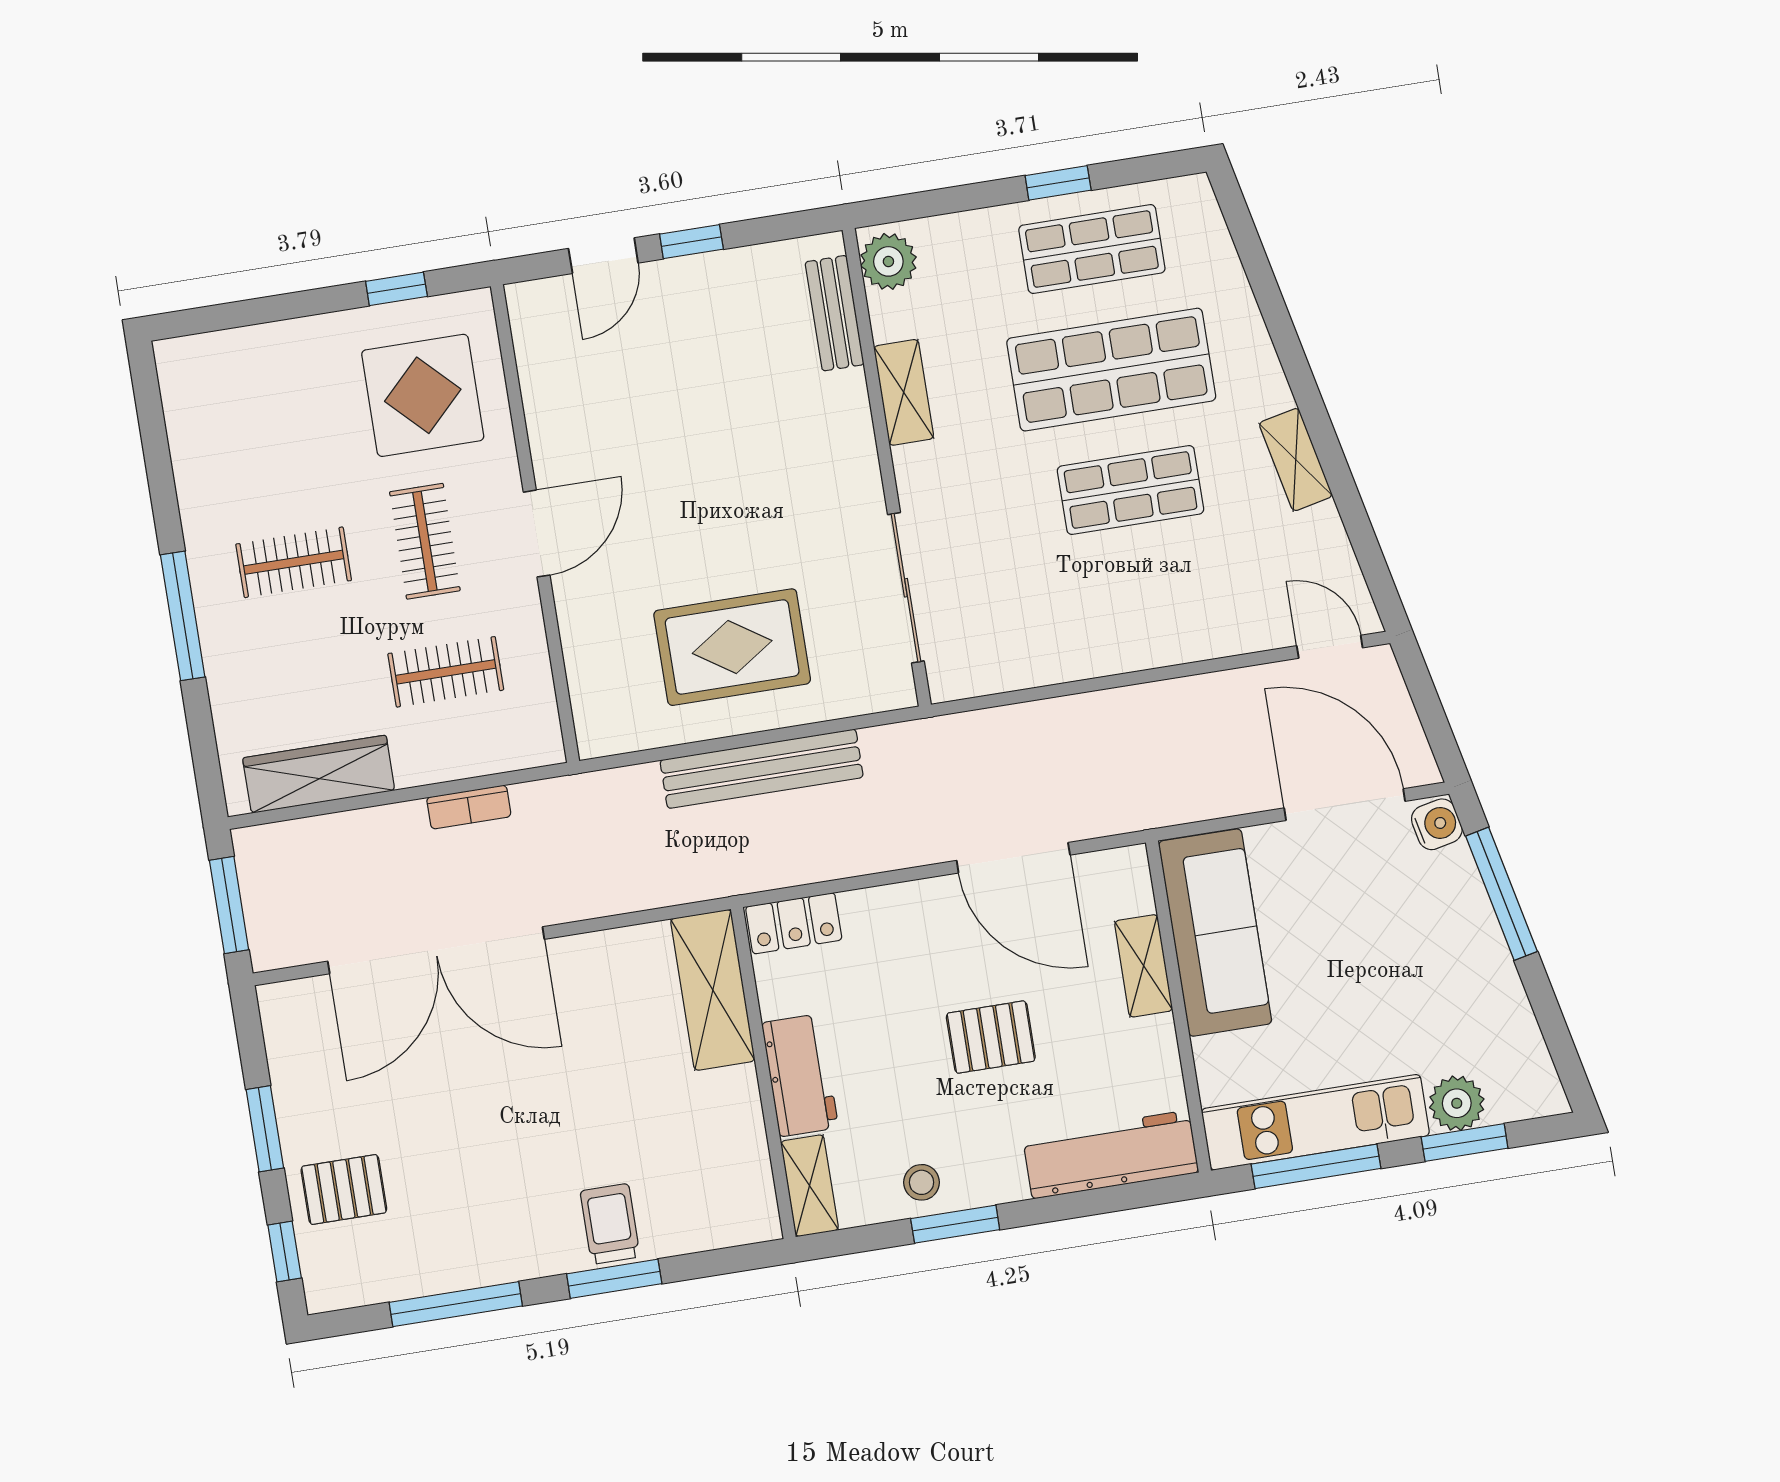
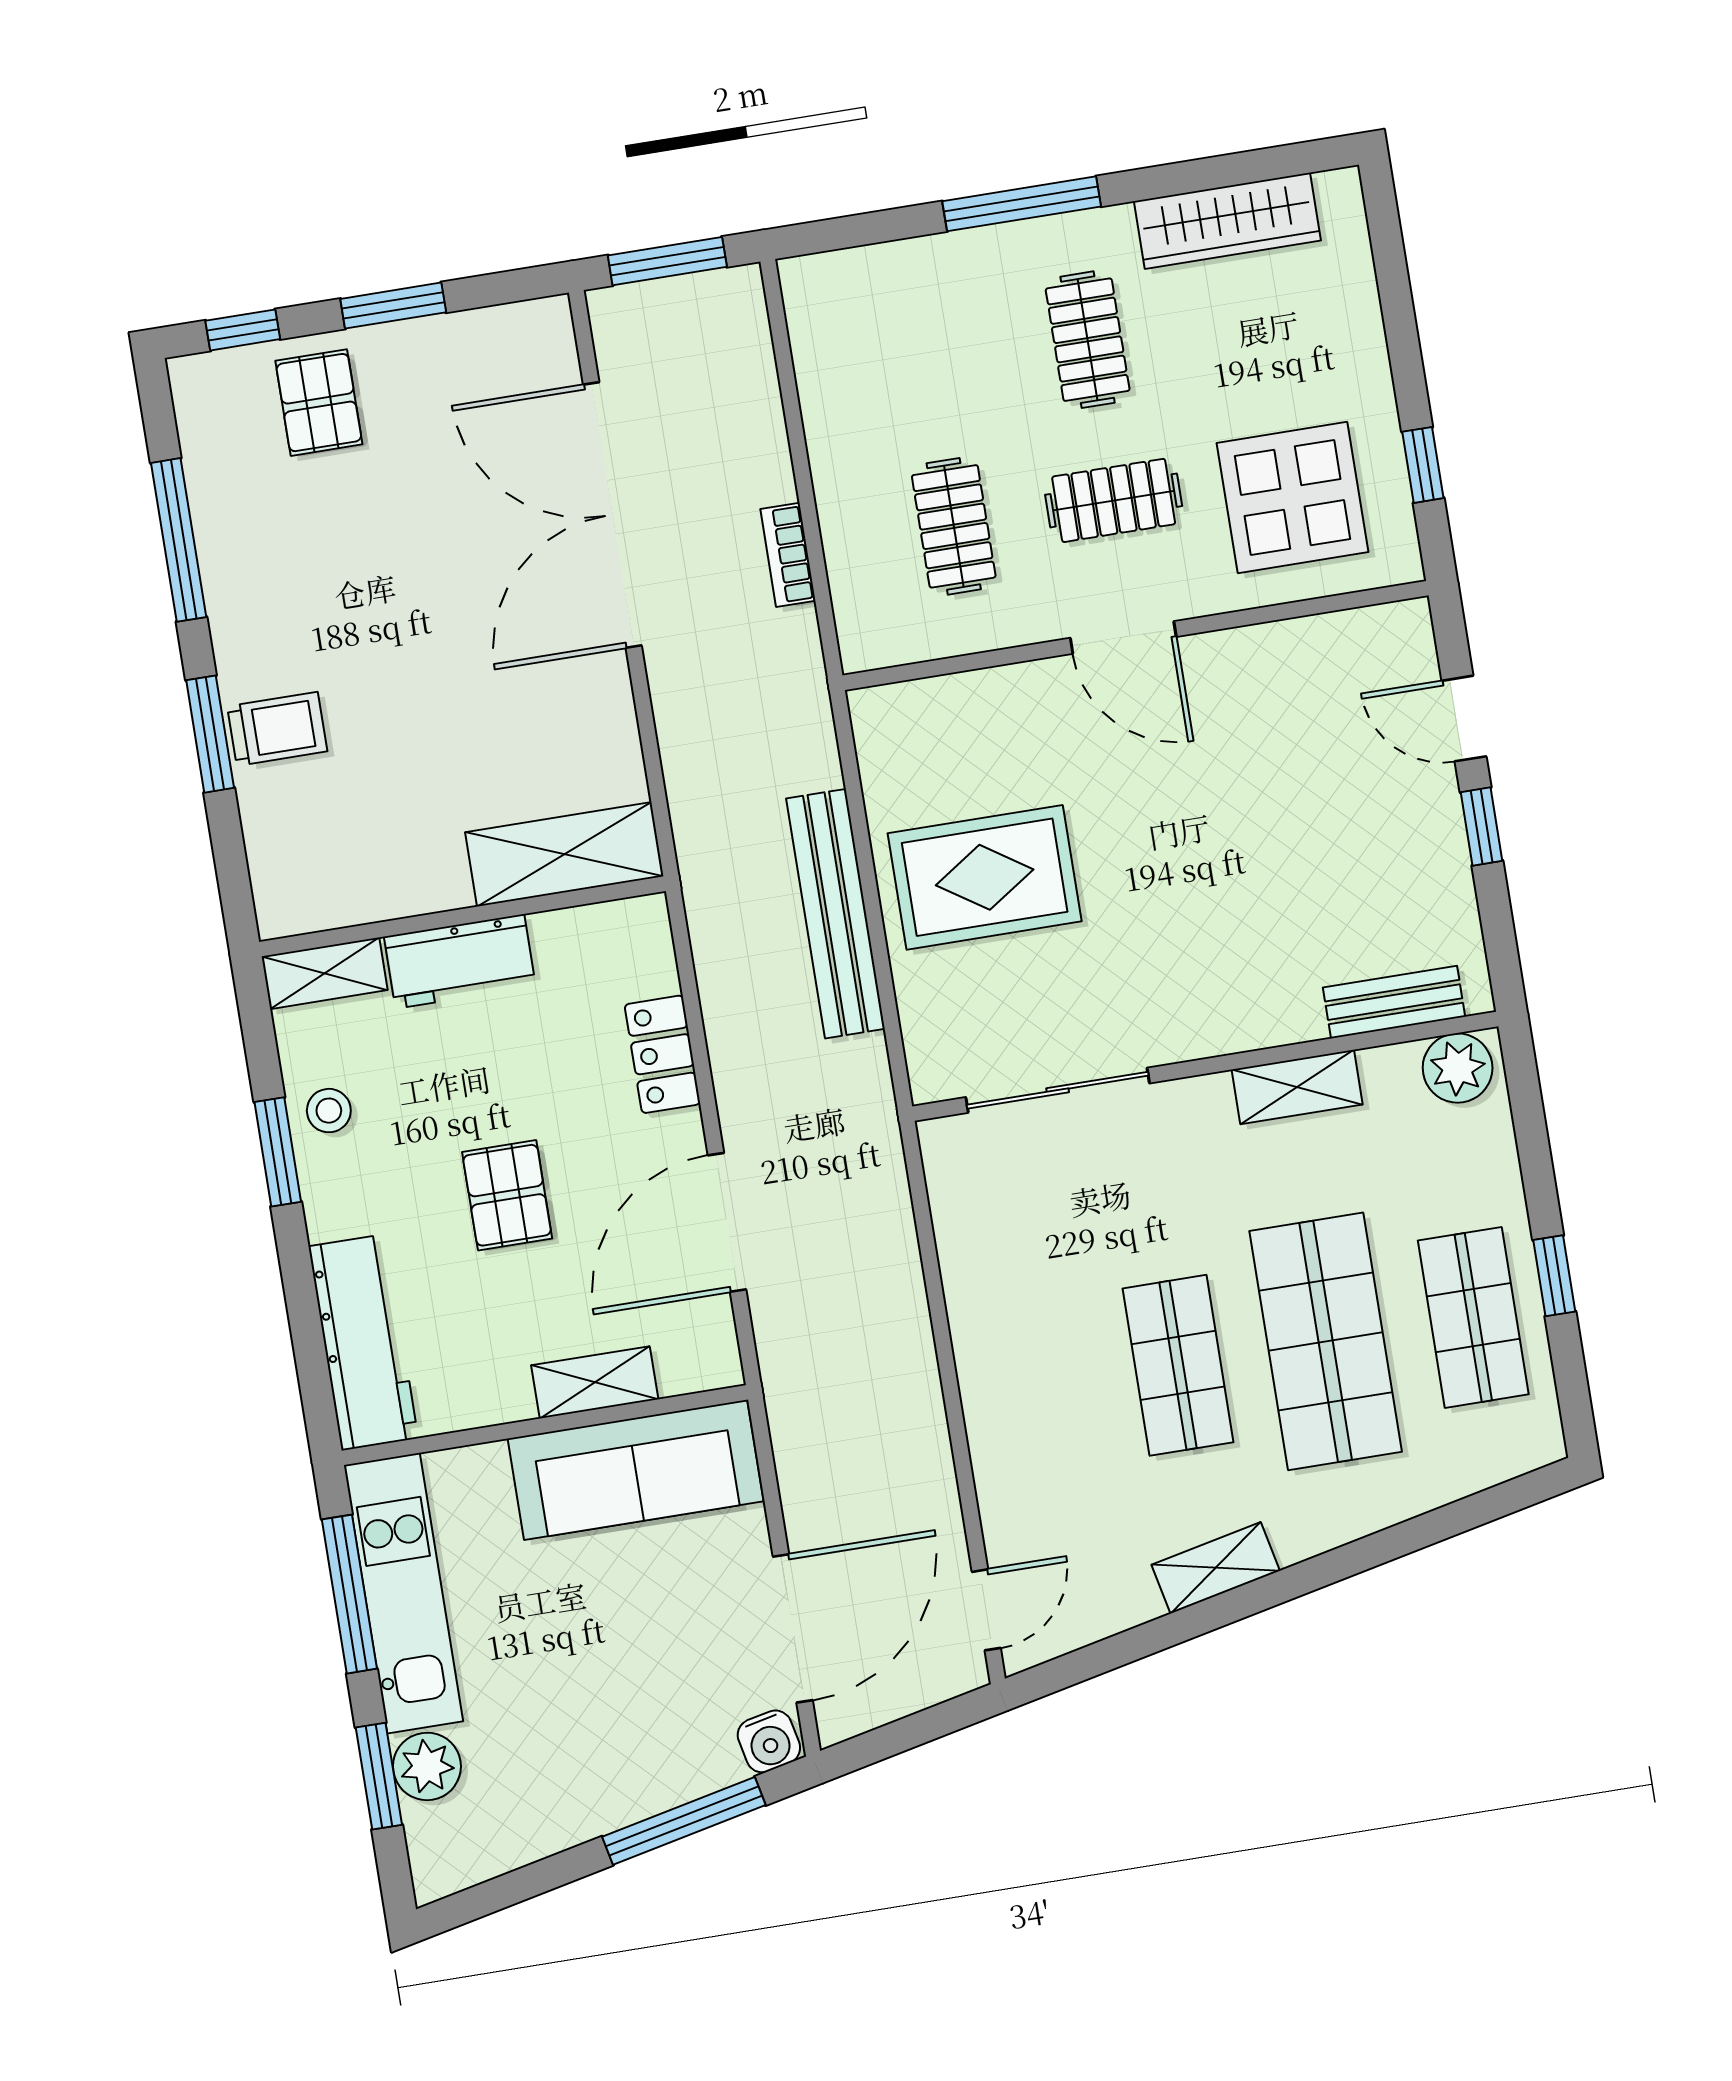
rug: (732, 647) -> (985, 877), turned 90
wardrobe: (319, 774) -> (1227, 221), moved, turned 90
locker: (794, 923) -> (662, 1054), moved

